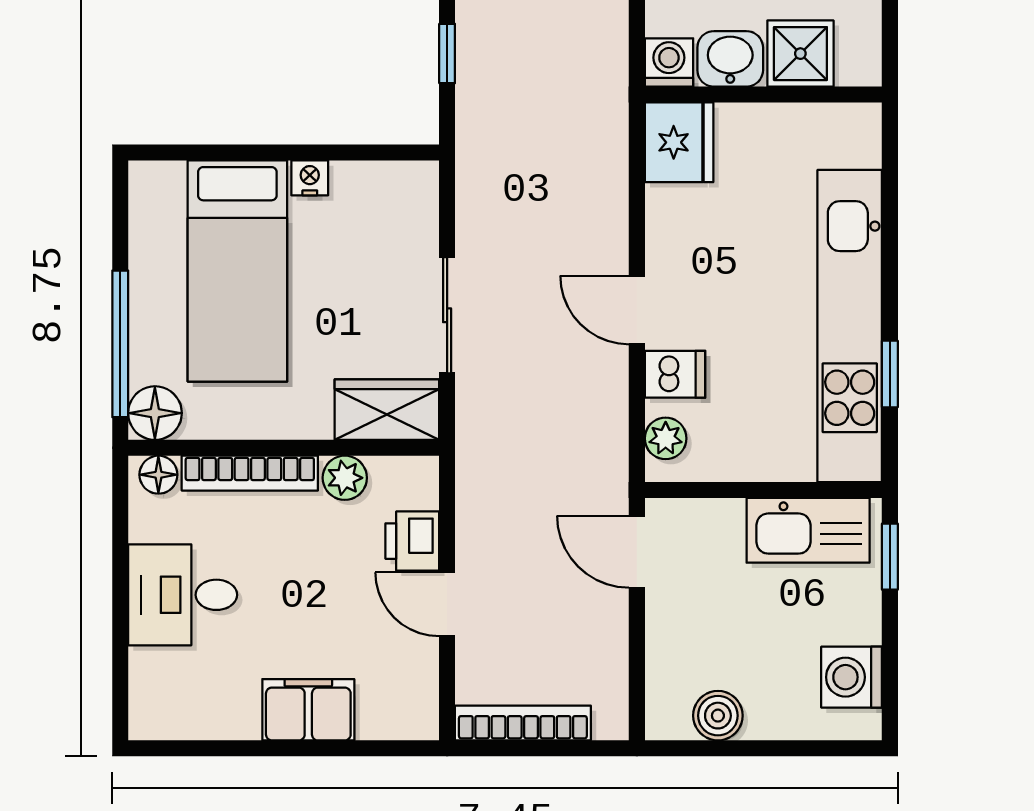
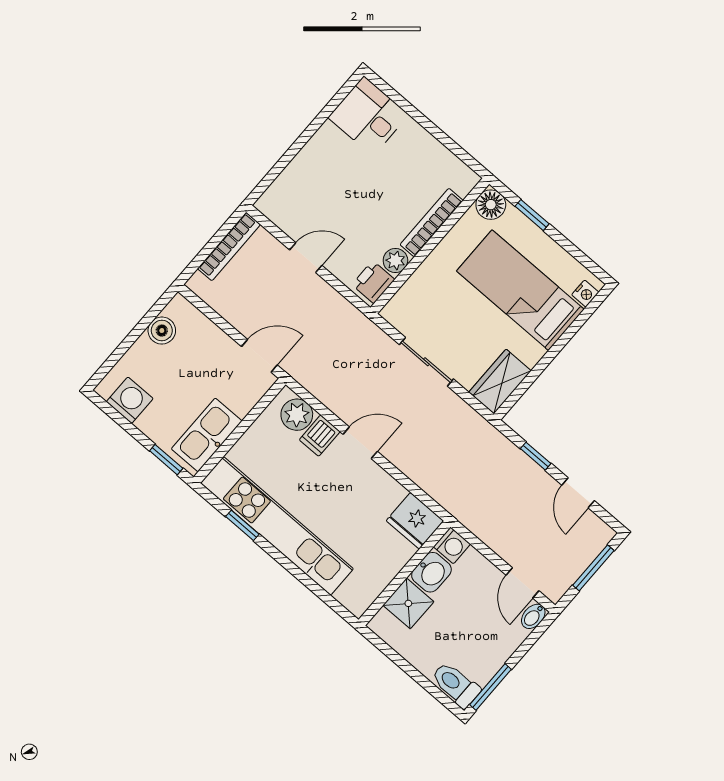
nightstand: (310, 178) -> (585, 294), moved
window: (120, 344) -> (532, 215), width x0.46
wardrobe: (387, 410) -> (500, 381), moved, turned 180
plant: (666, 438) -> (297, 415), width x1.38, depth x1.38
floor lamp: (158, 475) -> (464, 184), removed
printer: (412, 541) -> (373, 282), moved, turned -90
desk: (183, 595) -> (368, 116), moved, turned -90
filing cabinet: (308, 710) -> (312, 162), removed

